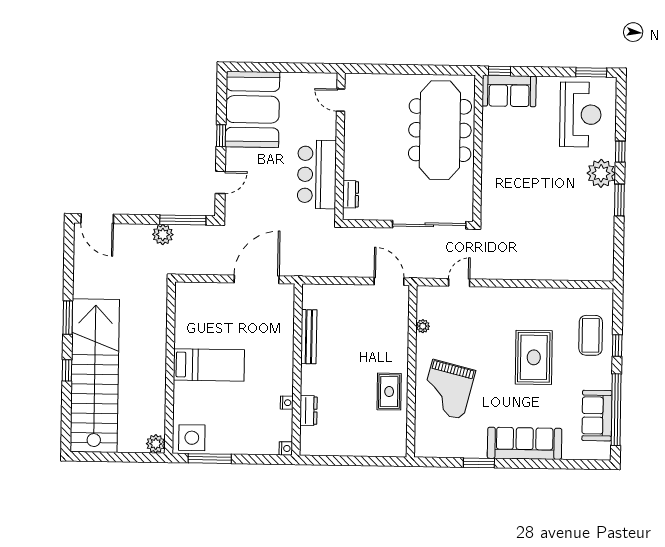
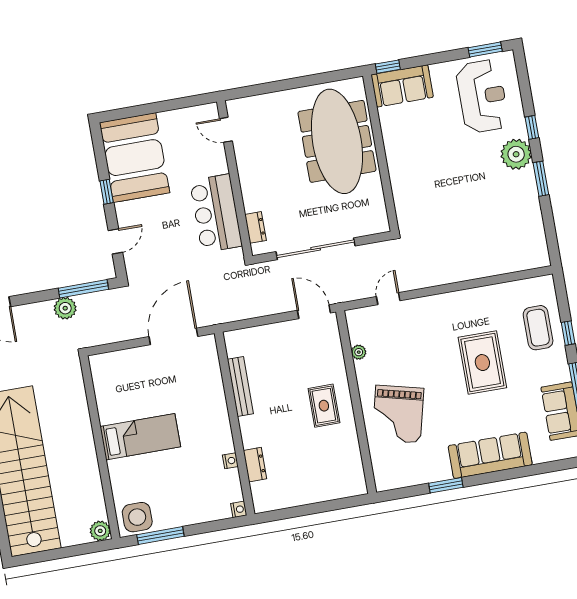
sliding door: (429, 225) -> (316, 249), moved
rug: (389, 392) -> (324, 406), moved

